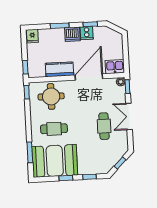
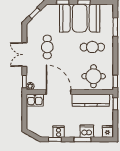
dishwasher: (72, 34) -> (87, 131), moved
kitchen counter: (60, 69) -> (91, 100), width x1.50
door: (89, 77) -> (59, 92), swing flipped
double door: (129, 116) -> (24, 55), swing flipped
booth: (55, 161) -> (80, 18), moved

